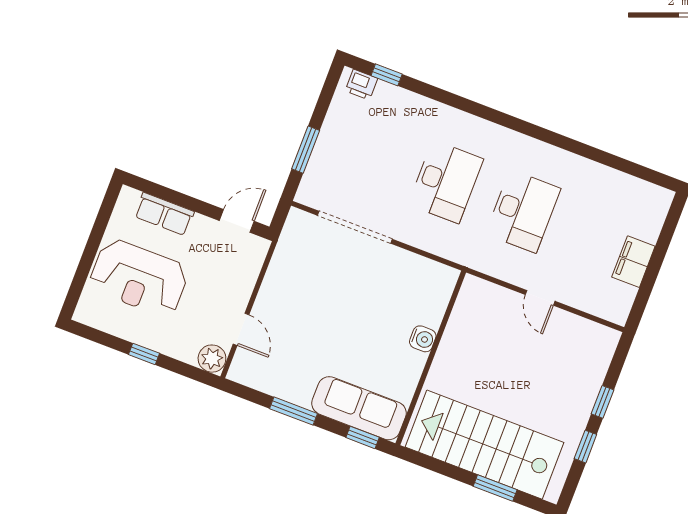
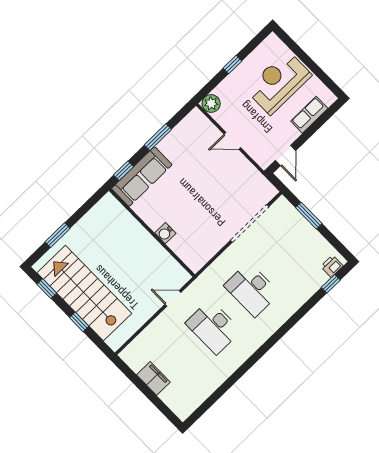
door: (540, 298) -> (173, 298), moved
door: (241, 329) -> (232, 141), moved
stairs: (485, 445) -> (84, 293), moved, turned -90
window: (585, 447) -> (47, 289), moved

